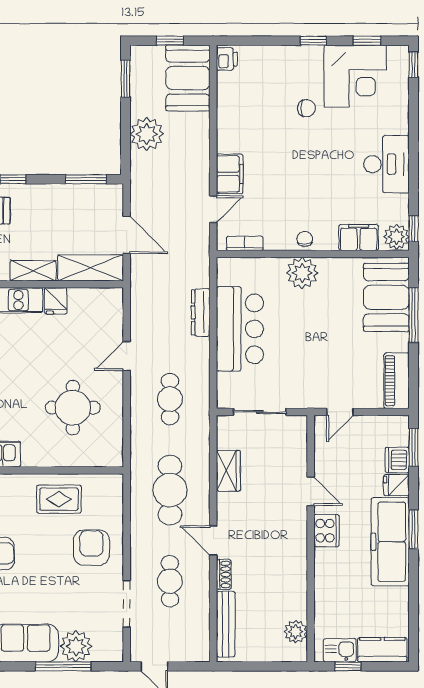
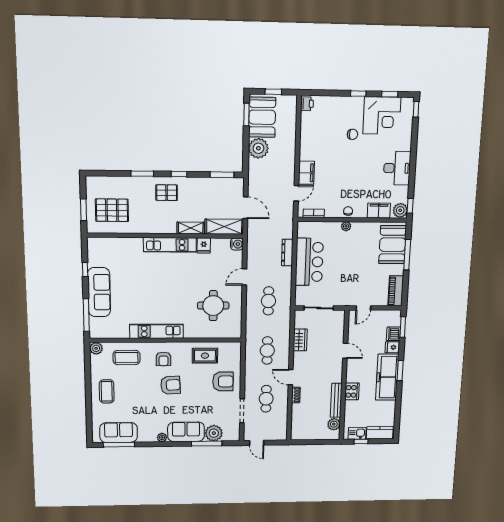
booth: (188, 78) -> (262, 117), moved
plant: (302, 273) -> (346, 226), width x0.53, depth x0.53
water cooler: (113, 298) -> (237, 244), added
cafe table: (170, 490) -> (267, 350), width x0.73, depth x0.74
cooker: (326, 531) -> (352, 391), moved
armchair: (91, 548) -> (223, 381), turned 90
bench: (226, 624) -> (336, 400), moved

